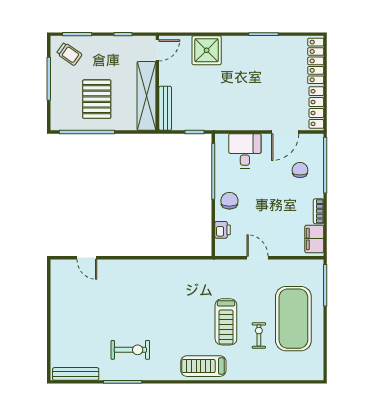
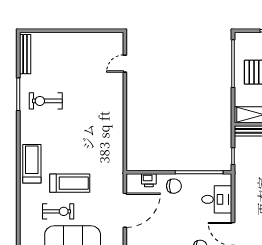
door: (258, 258) -> (125, 210), width x1.88
treadmill: (226, 322) -> (70, 183), turned 180
exercise bike: (259, 335) -> (58, 211), width x1.38, depth x1.39
exercise bike: (130, 350) -> (46, 101), turned 90

